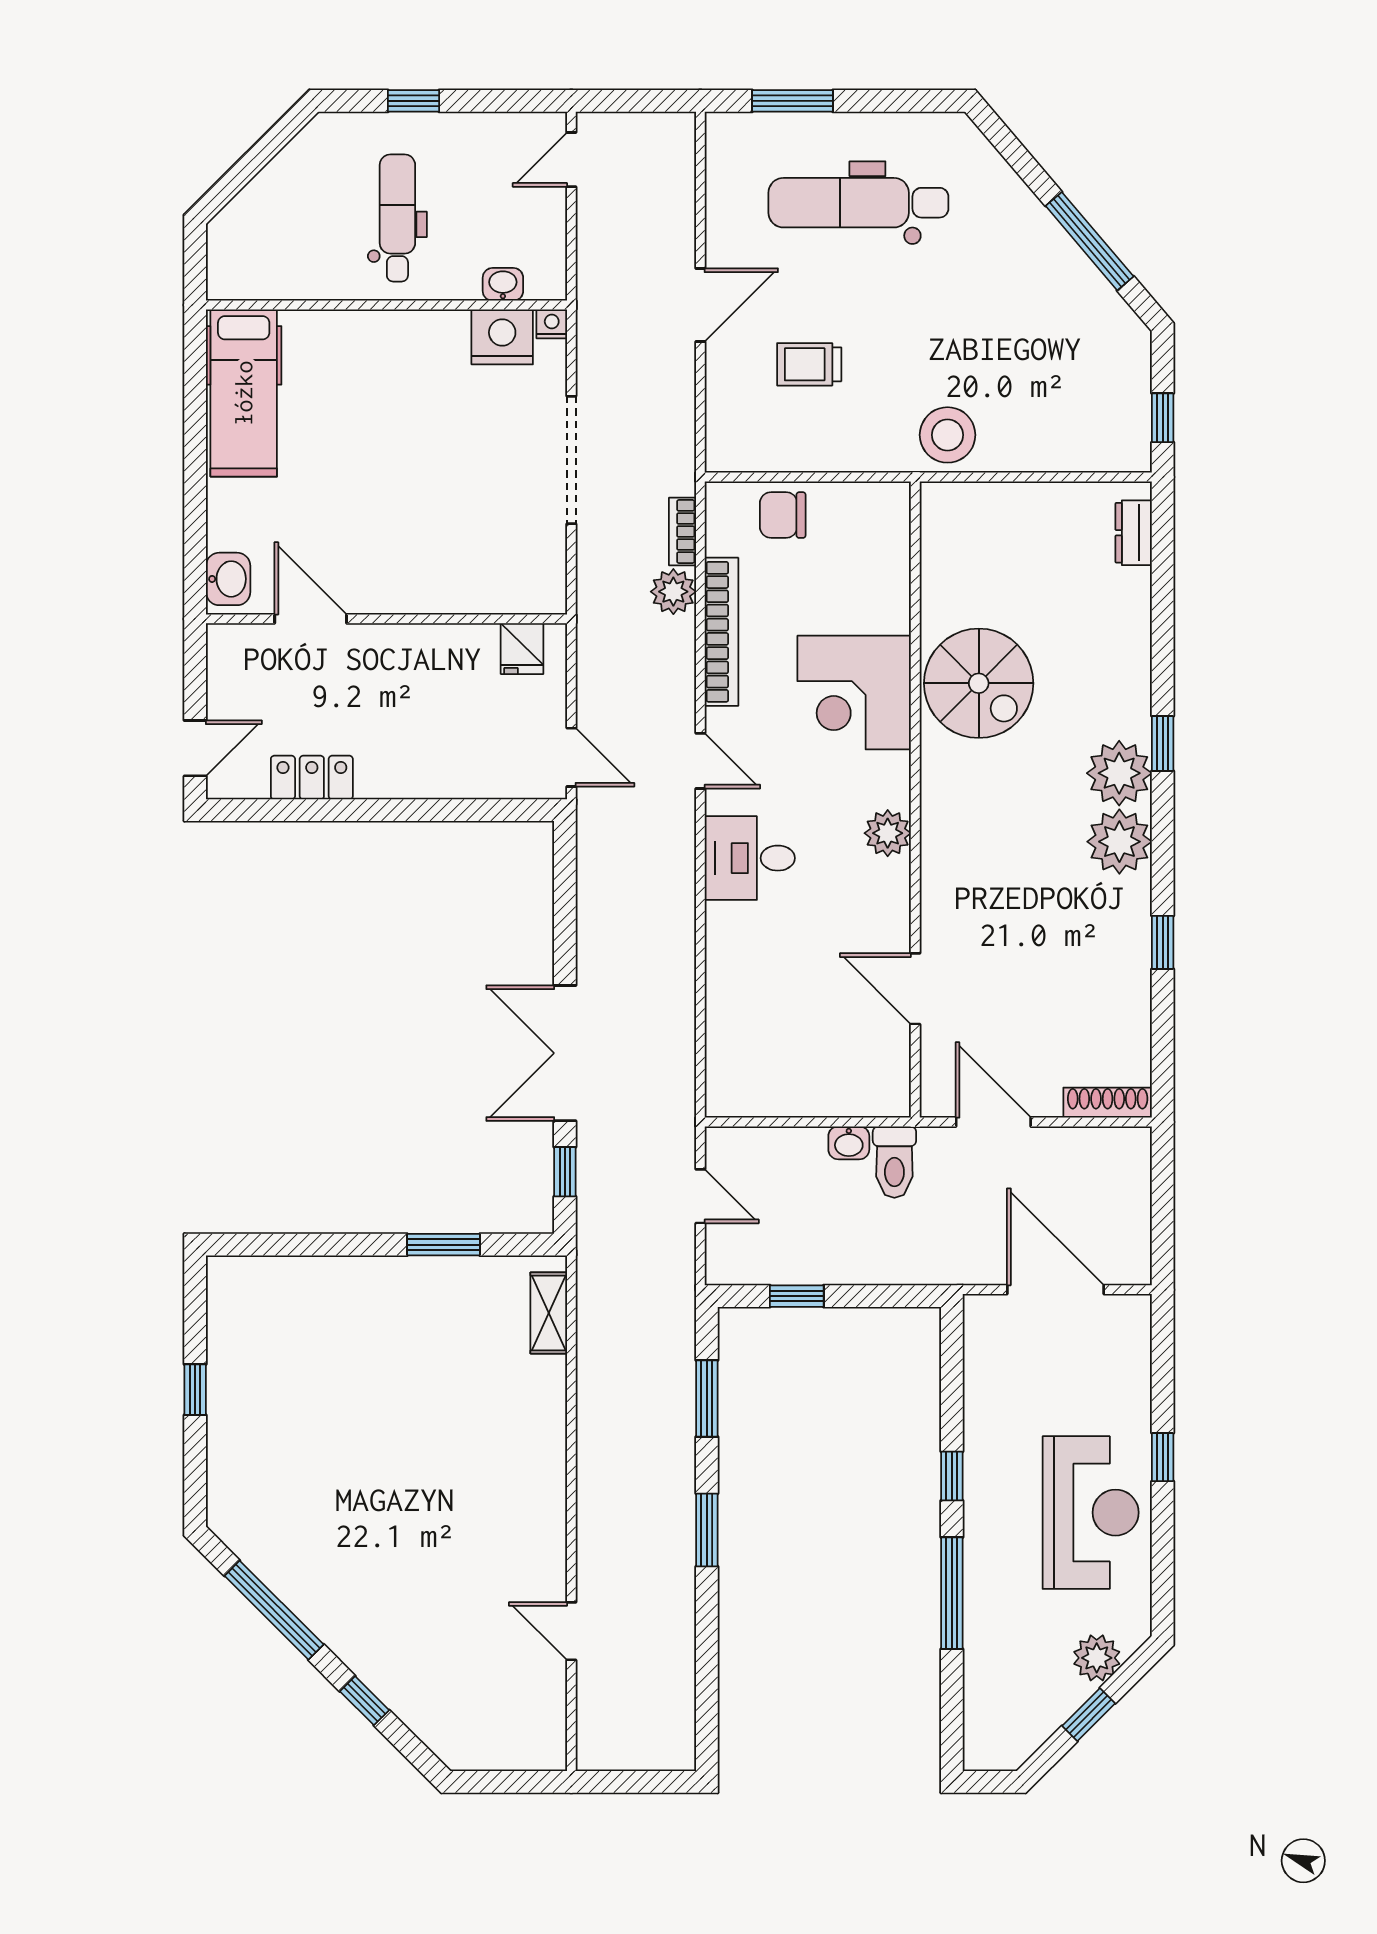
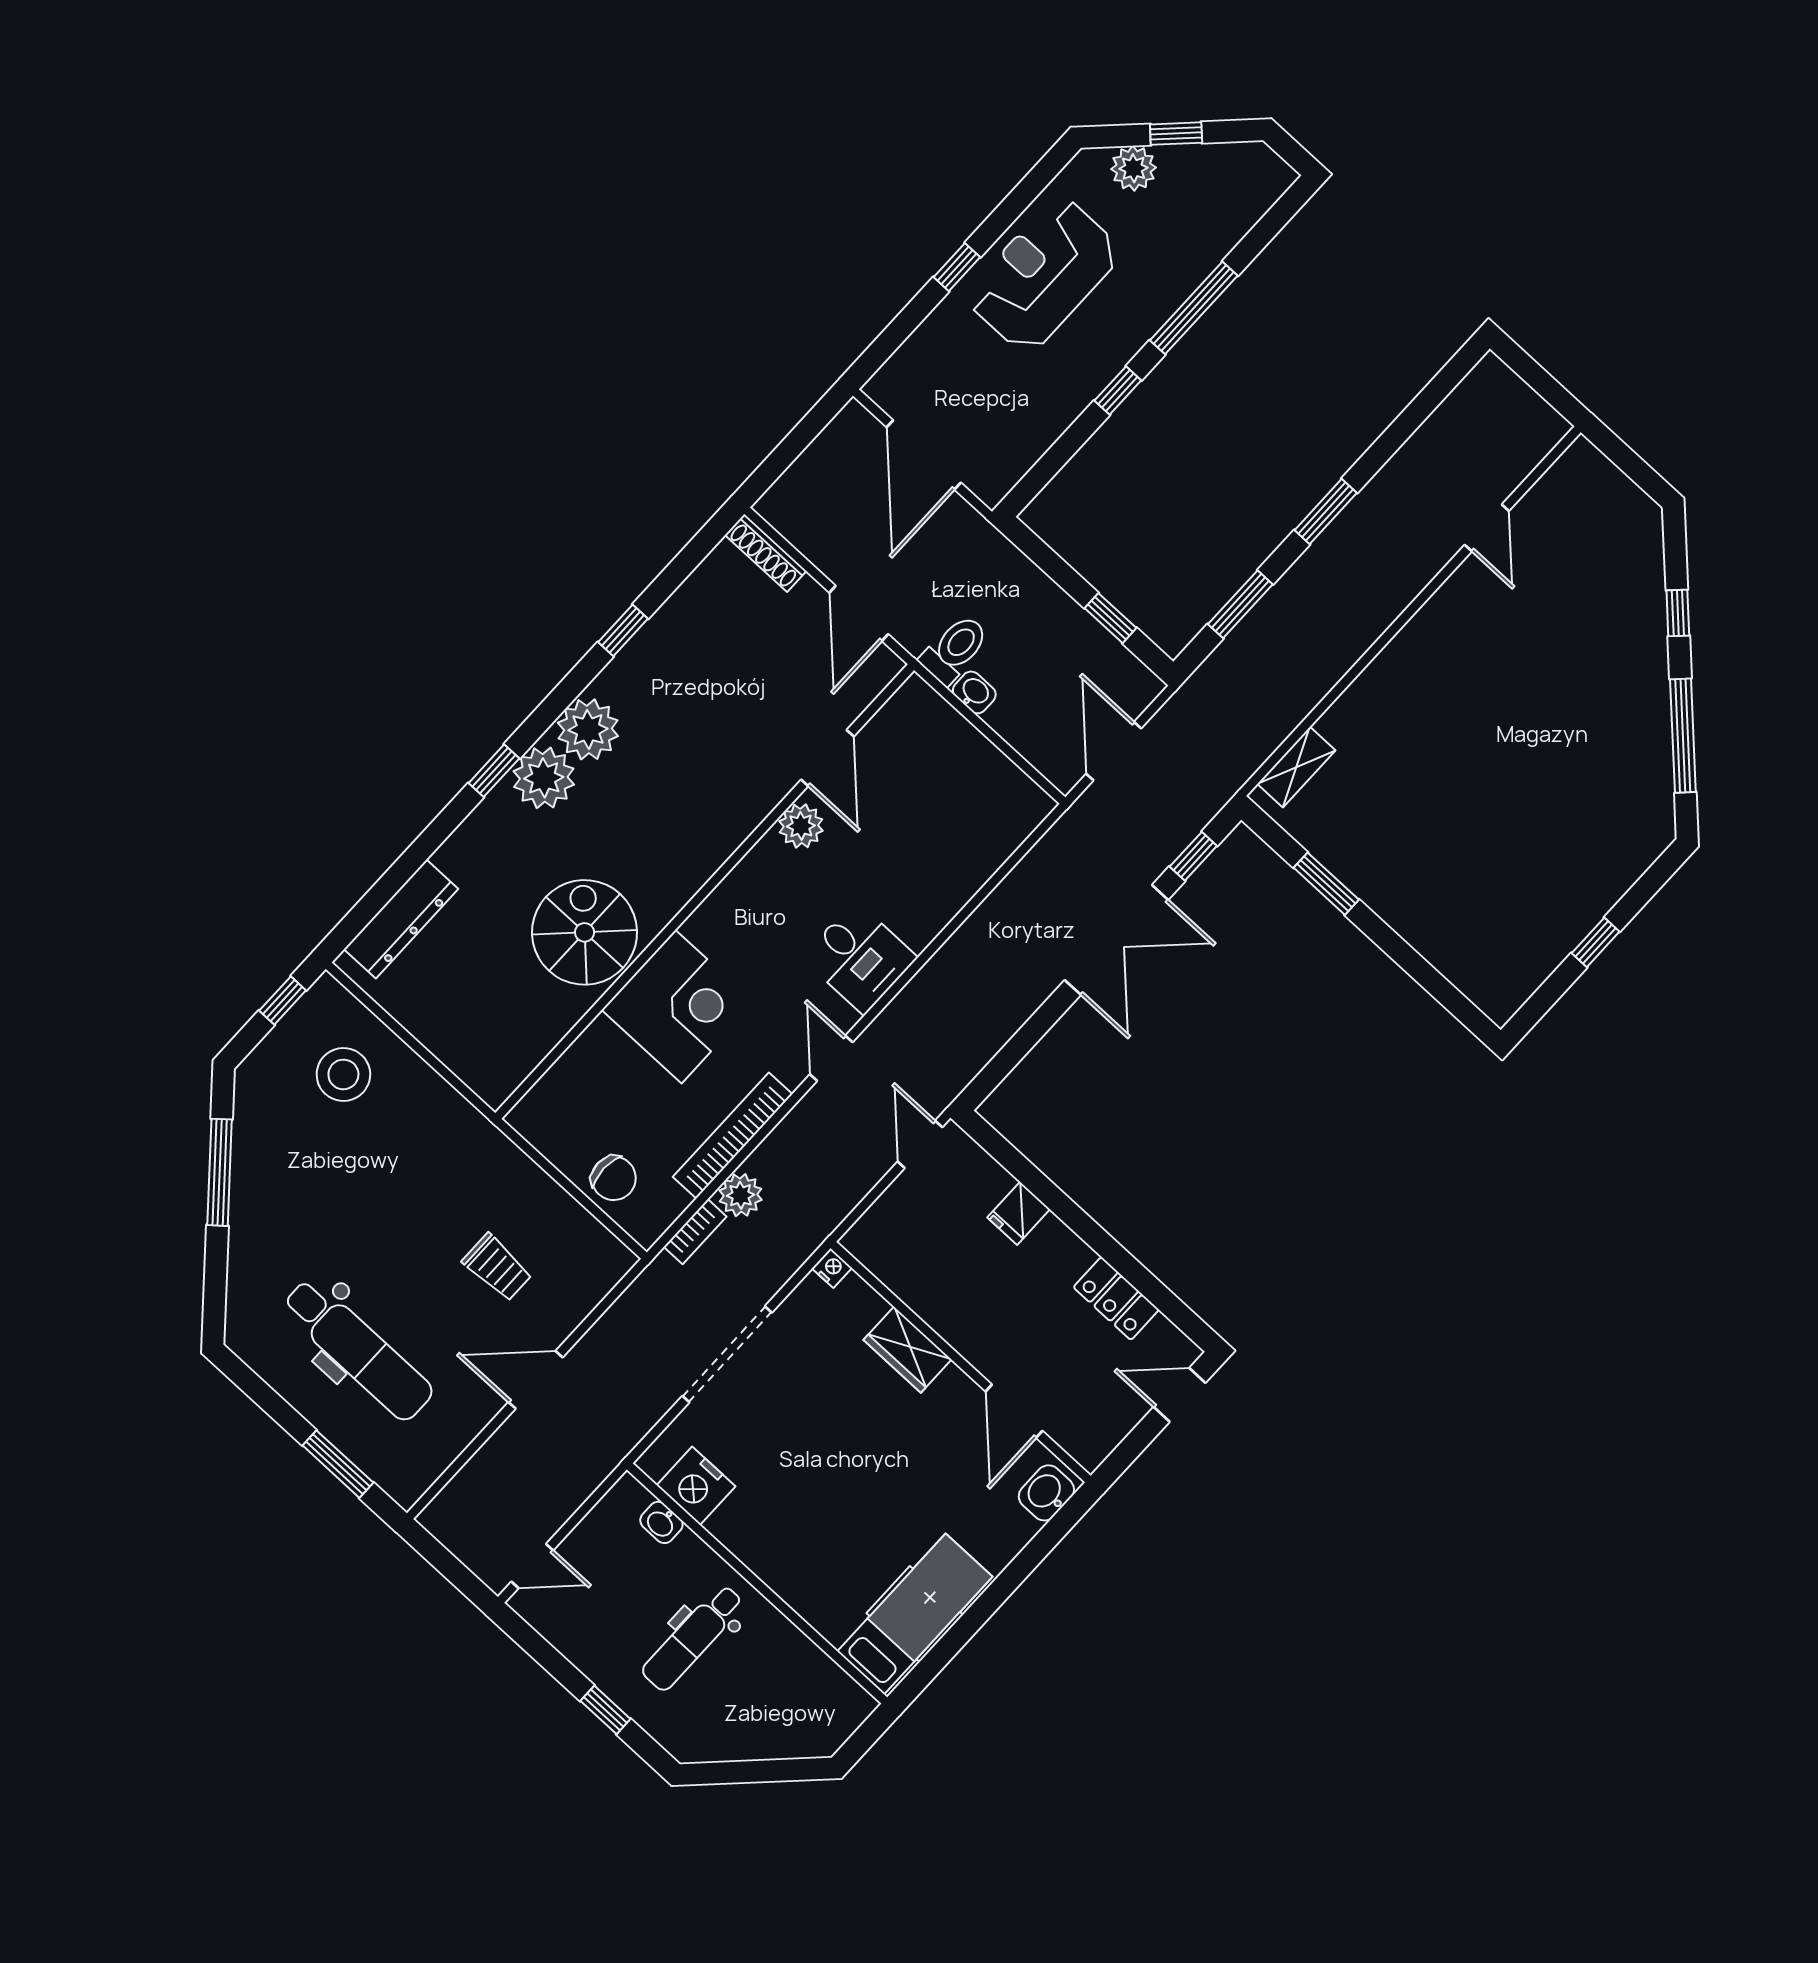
nightstand: (552, 324) -> (832, 1268), moved, turned 180
stool: (948, 435) -> (343, 1074), moved
dresser: (1134, 533) -> (401, 919), width x1.96, depth x1.24
wardrobe: (436, 591) -> (907, 1350), added
fridge: (522, 649) -> (1019, 1213), moved, turned 180
plant: (888, 833) -> (801, 826), moved
door: (700, 1196) -> (1114, 751), width x1.38

